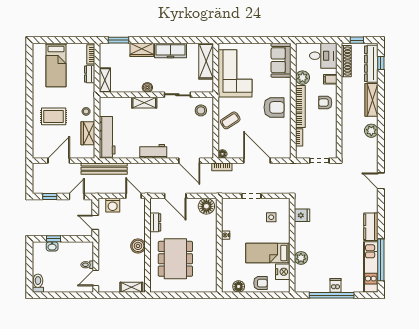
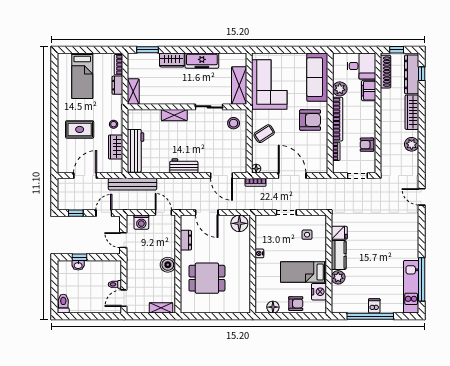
sofa: (281, 60) -> (317, 77), width x1.36
shelving: (206, 61) -> (239, 86), moved
filing cabinet: (330, 79) -> (369, 91), width x2.00
boiler: (147, 87) -> (178, 99), removed
armchair: (325, 103) -> (367, 145), moved
kitchen counter: (371, 227) -> (339, 255), moved, turned 180
dining table: (175, 259) -> (207, 278), width x0.73

